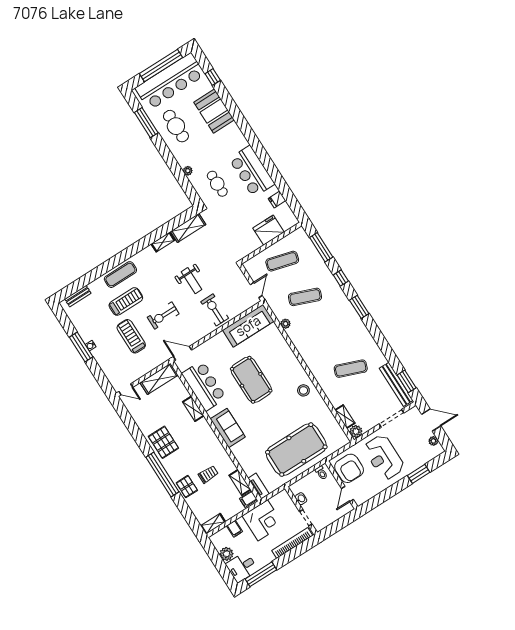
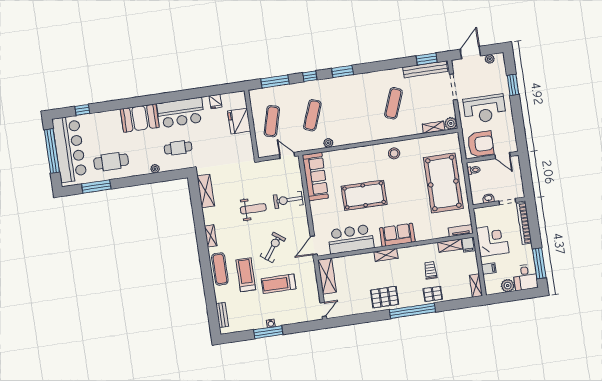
booth: (214, 111) -> (140, 118), moved
shelving: (163, 242) -> (211, 236), moved
exercise bike: (163, 316) -> (273, 247), turned -143
shelving: (193, 409) -> (386, 255), moved

